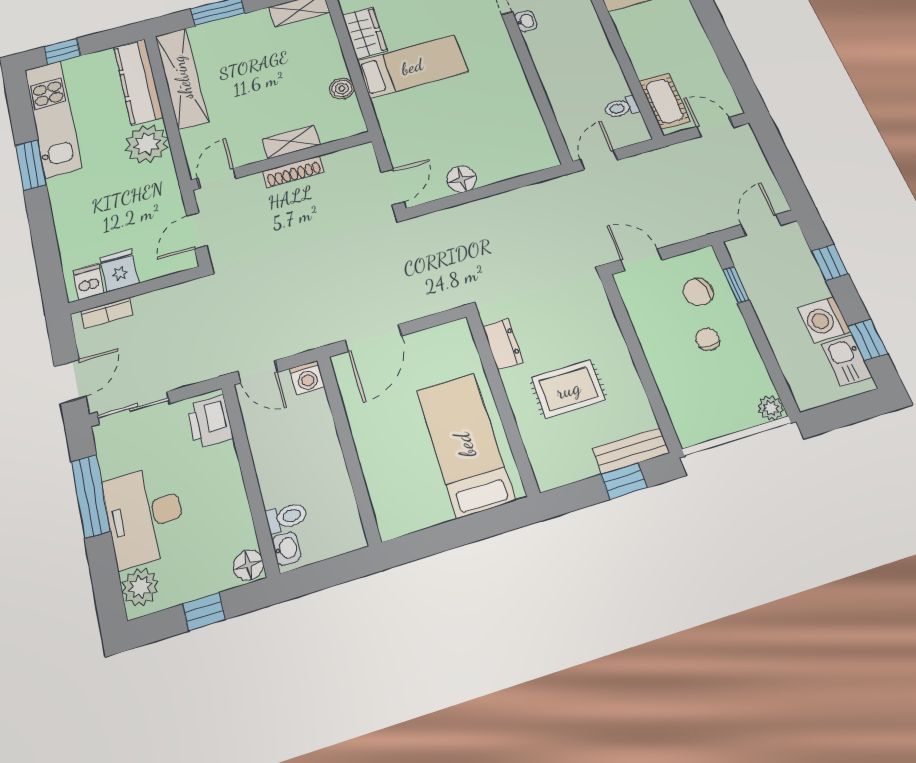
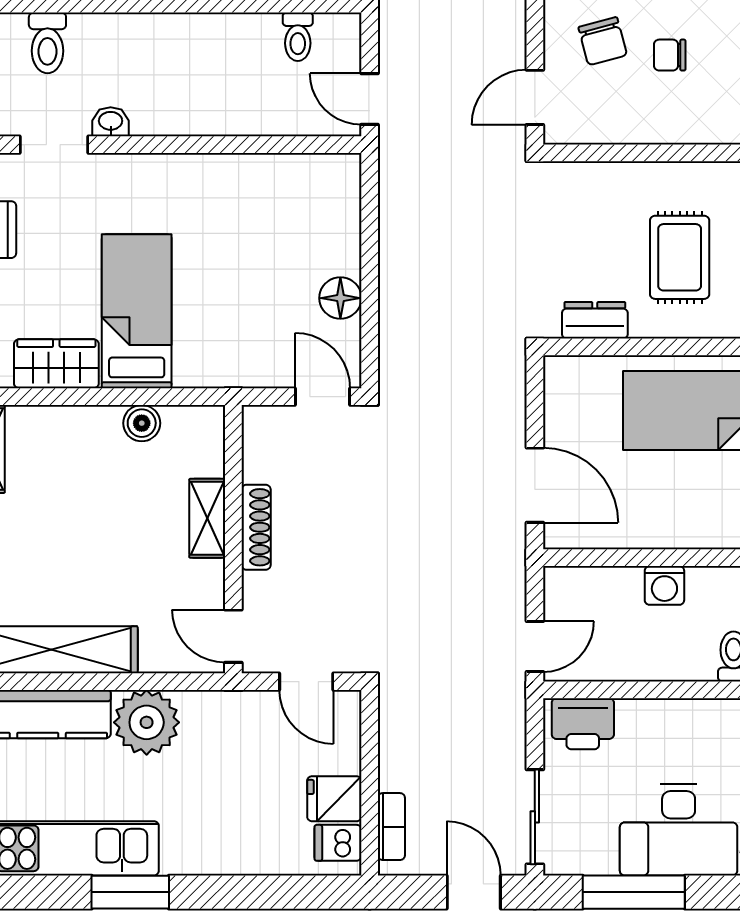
washing machine: (307, 378) -> (664, 585), moved, turned 90

